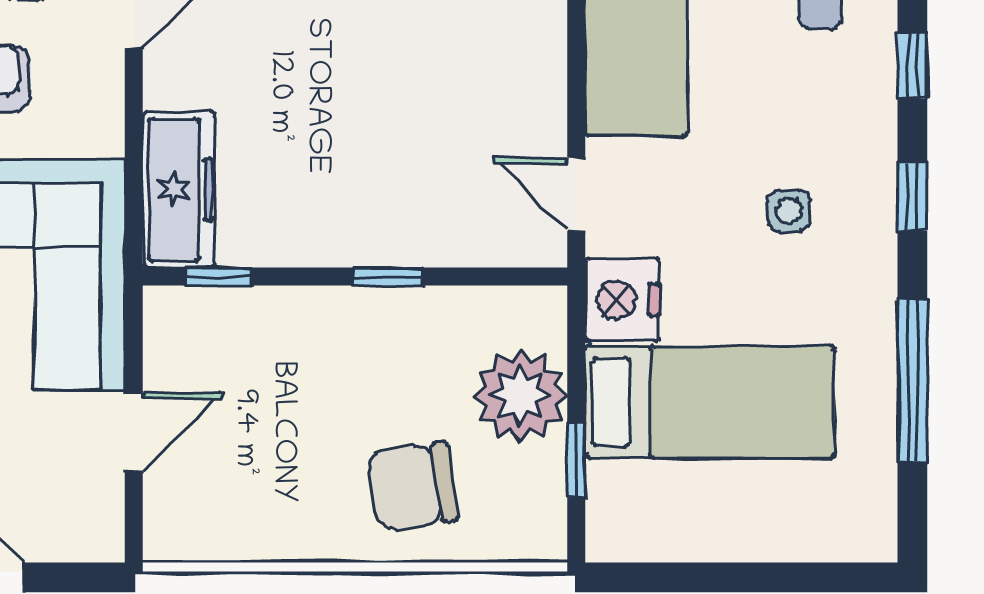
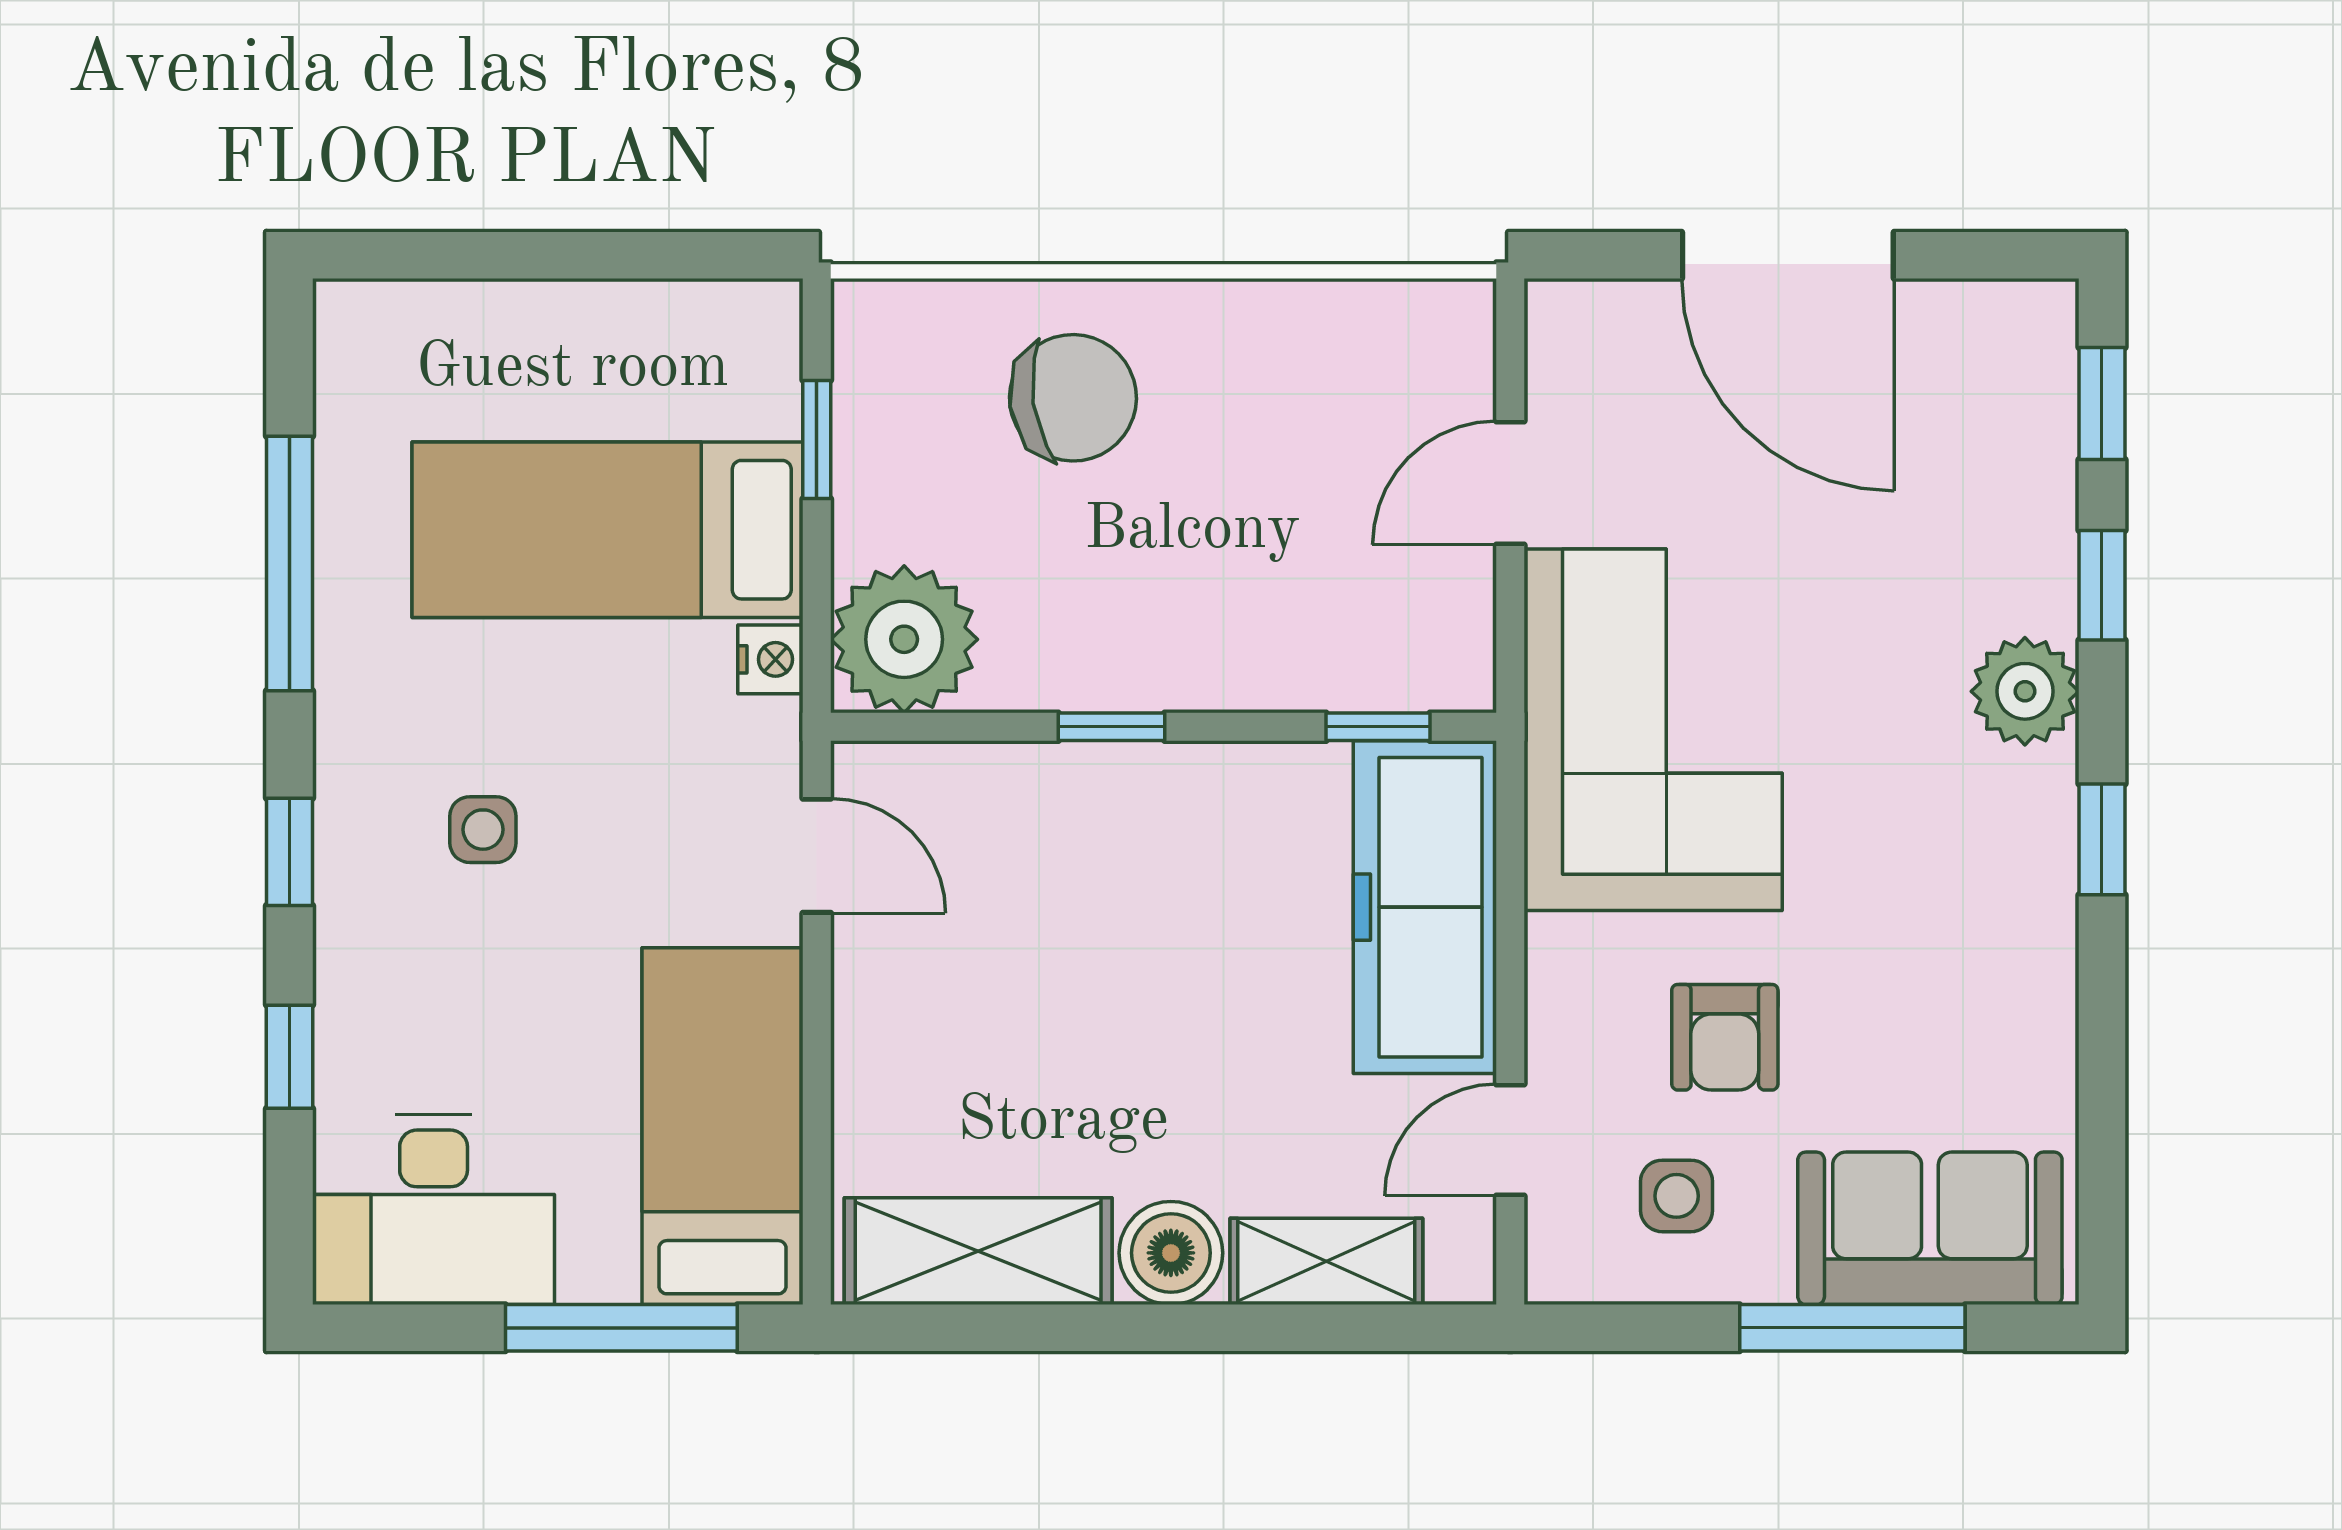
freezer: (179, 190) -> (1425, 907), width x1.36, depth x1.26
nightstand: (622, 300) -> (770, 659), width x0.53, depth x0.56
plant: (520, 396) -> (904, 639), moved

